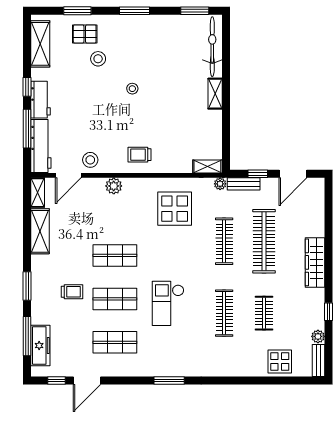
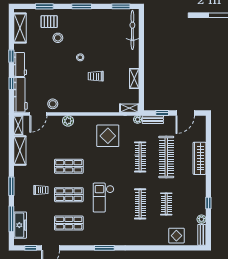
shelving: (215, 94) -> (134, 78), moved
window: (27, 129) -> (11, 83), width x0.46
trolley: (140, 155) -> (96, 76), moved
wardrobe: (315, 262) -> (200, 158), moved

